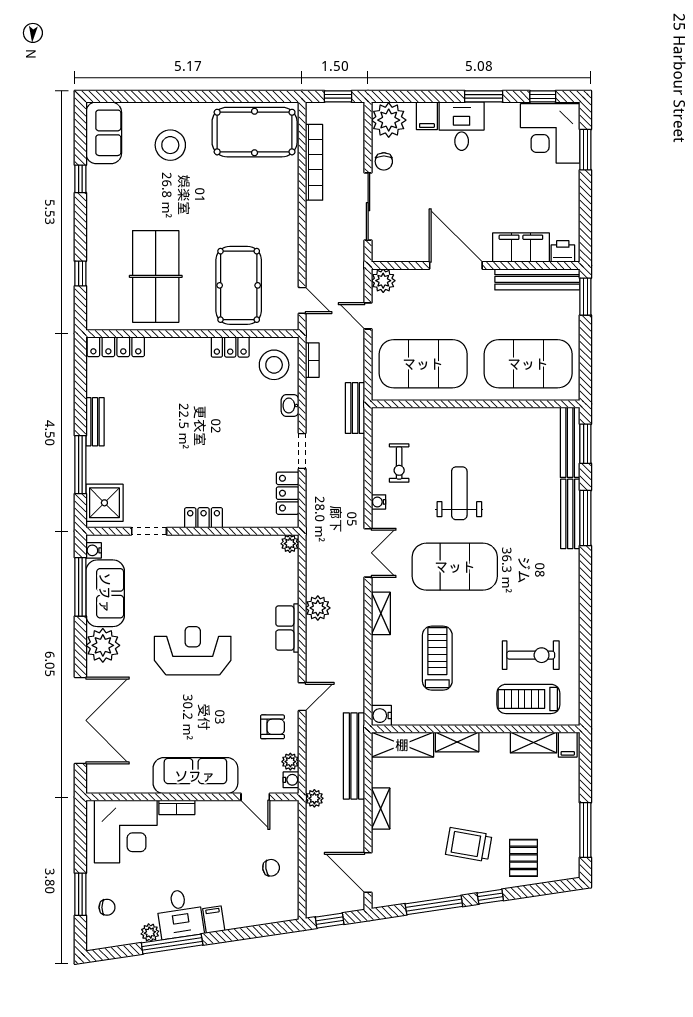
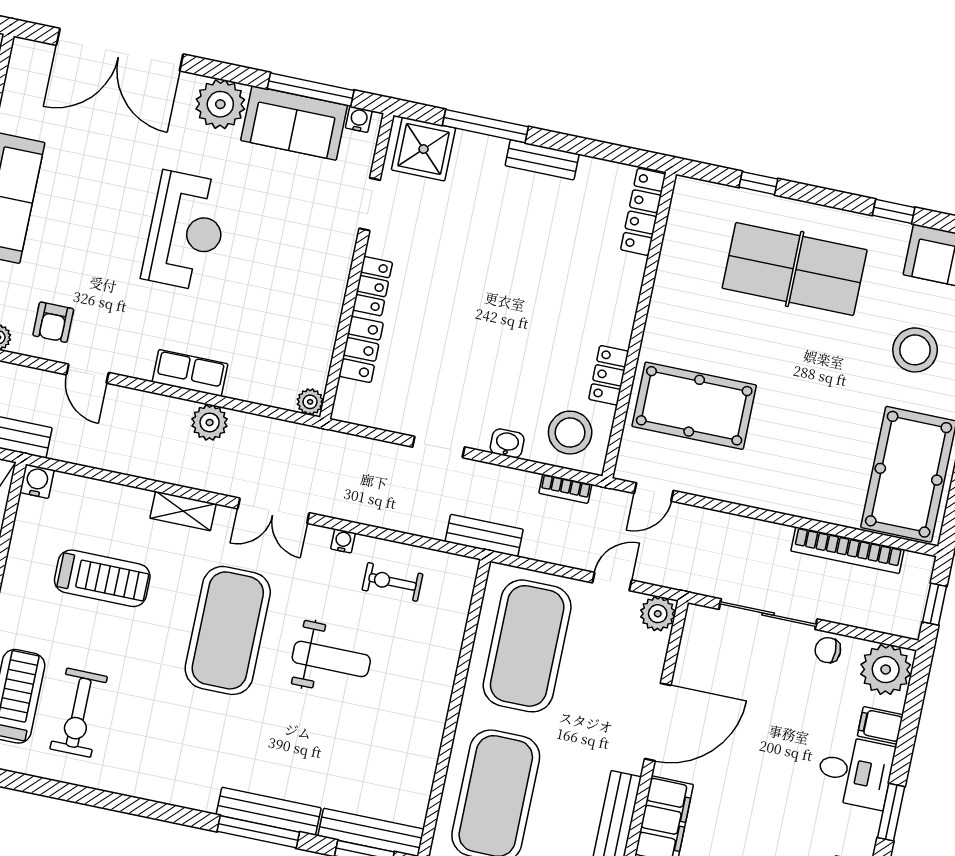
table tennis table: (156, 276) -> (795, 269), moved
locker: (288, 493) -> (361, 349), moved, turned 90

